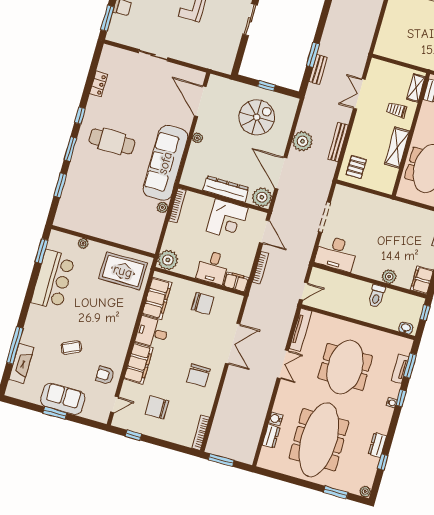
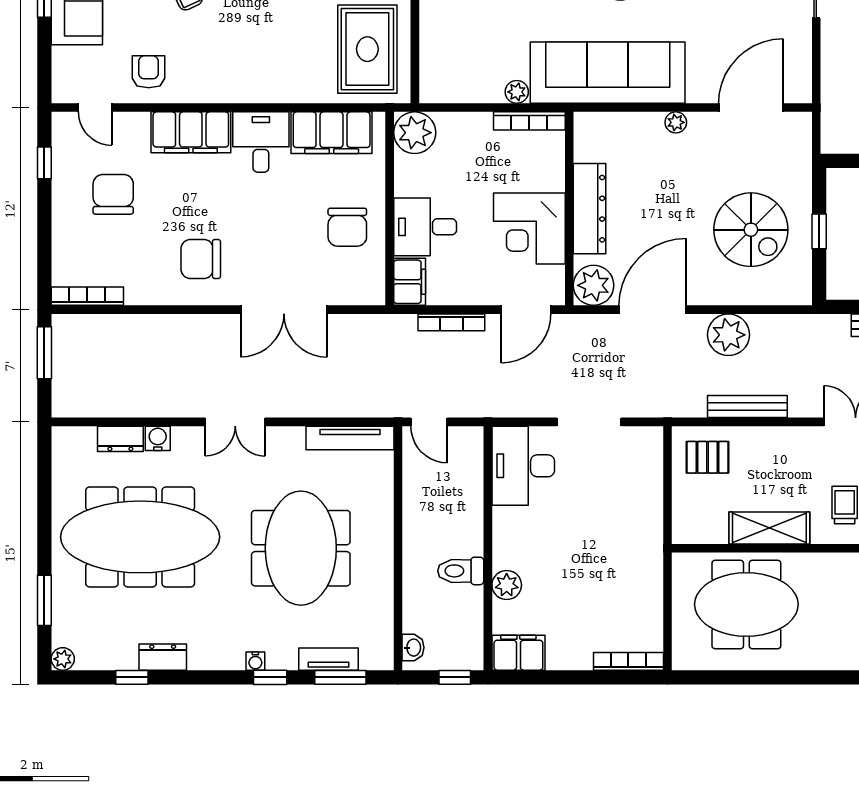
double door: (283, 364) -> (235, 422), moved
meeting table: (345, 367) -> (301, 548), turned 90

